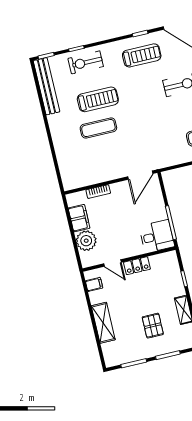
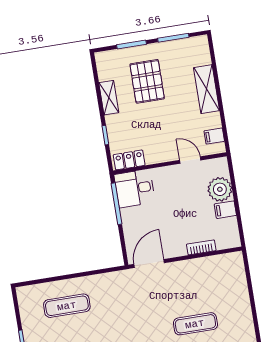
filing cabinet: (79, 218) -> (225, 210), width x0.50
locker: (137, 266) -> (129, 160), moved
pallet: (153, 326) -> (147, 81), width x1.50, depth x1.42

